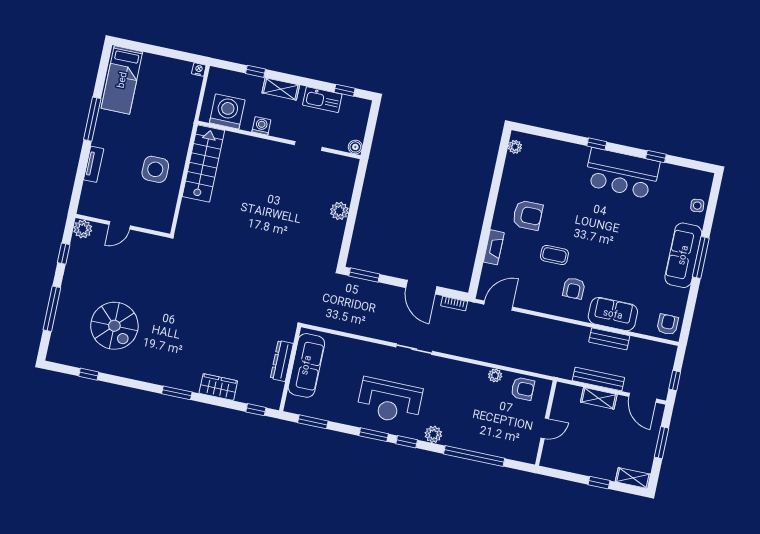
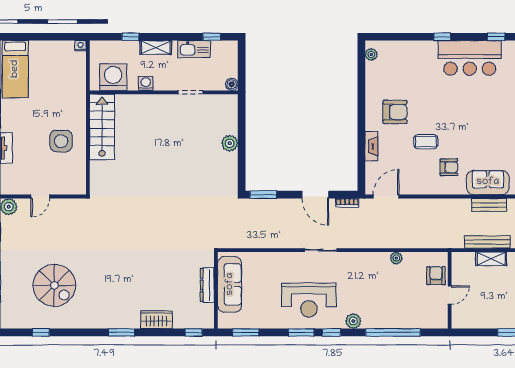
armchair: (574, 288) -> (449, 167), turned -90
armchair: (523, 389) -> (436, 276), moved, turned -90

